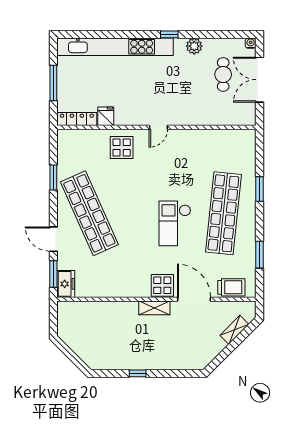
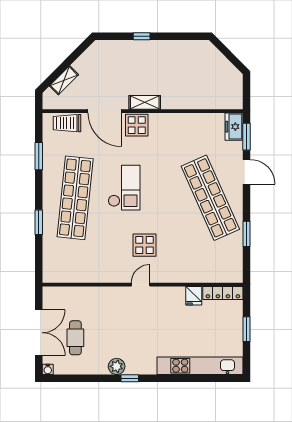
plant: (194, 46) -> (117, 366), moved
kitchen unit: (115, 47) -> (200, 366), width x0.73
window: (53, 83) -> (247, 329), width x0.69
display table: (122, 148) -> (144, 245), moved
window: (138, 373) -> (142, 36), moved

